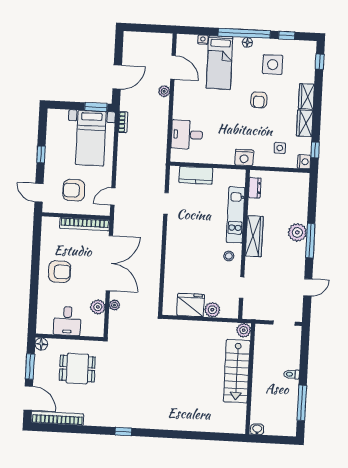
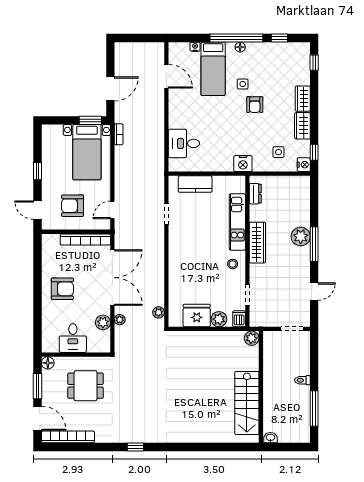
side table: (273, 65) -> (243, 84), moved, width x0.54, depth x0.54
plant: (164, 91) -> (159, 312), moved
dishwasher: (232, 310) -> (239, 319), added
stairs: (237, 371) -> (247, 403), moved

